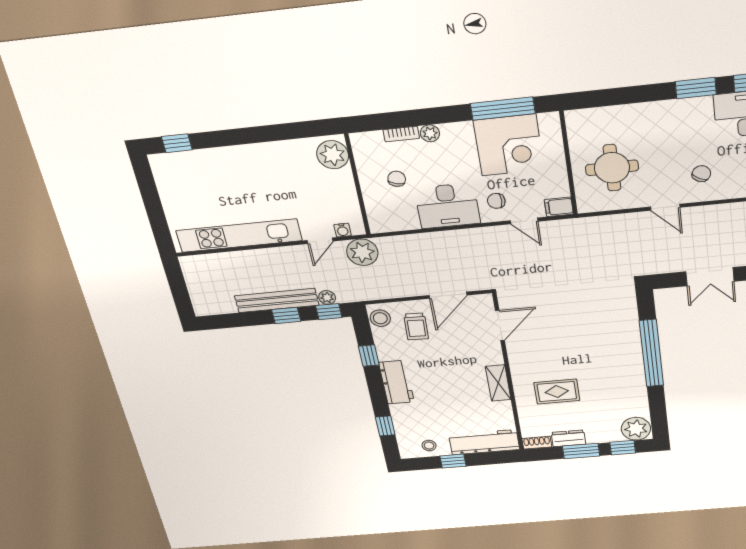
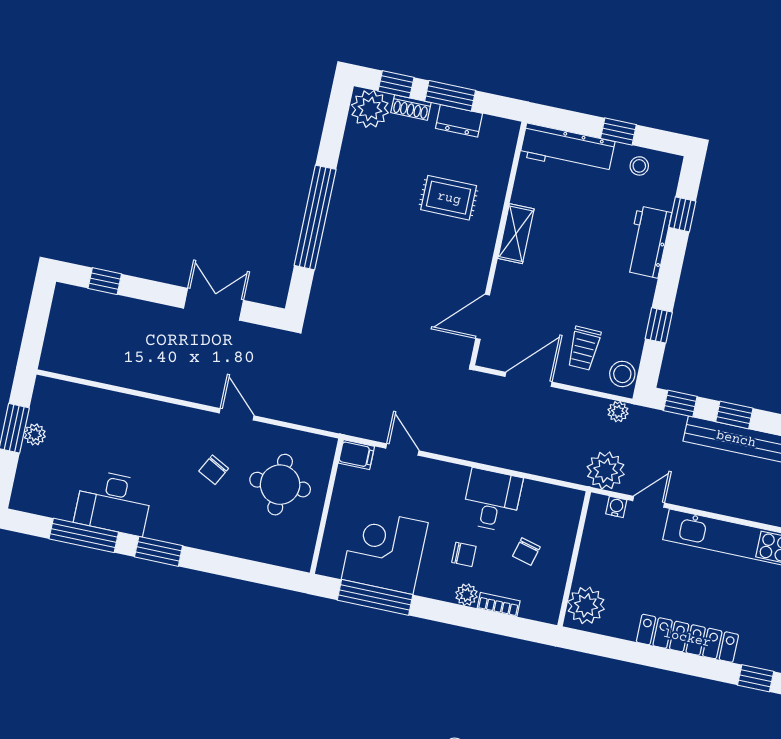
locker: (243, 155) -> (687, 638), added
chair: (701, 174) -> (214, 470), moved
chair: (496, 201) -> (464, 554), moved
desk: (447, 206) -> (492, 500), width x0.73
plant: (327, 297) -> (618, 412), moved
trolley: (416, 326) -> (584, 348), turned 180
workbench: (397, 382) -> (648, 242), moved
shoe rack: (537, 443) -> (411, 108), moved

